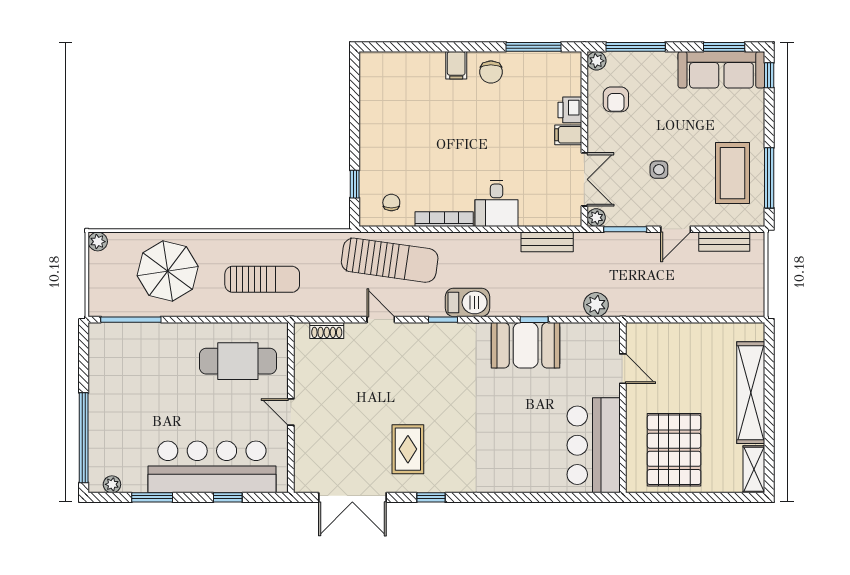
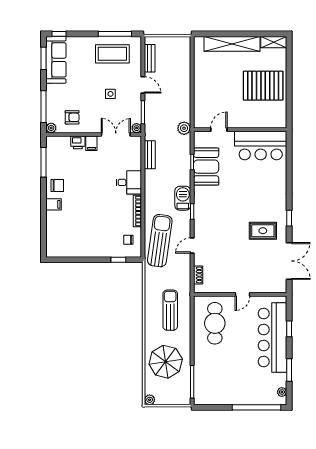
door: (623, 369) -> (219, 130), moved
wall: (623, 408) -> (240, 130), moved
bar counter: (594, 445) -> (261, 145), moved

